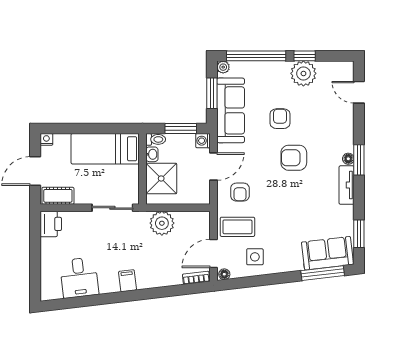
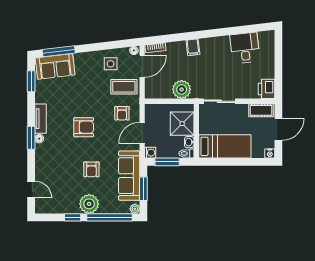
plant: (303, 73) -> (89, 204), moved
armchair: (294, 158) -> (84, 127), moved
armchair: (240, 192) -> (122, 113), turned 180
filing cabinet: (127, 281) -> (193, 47), moved

